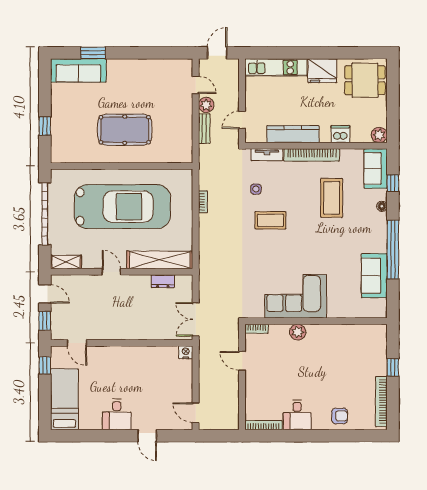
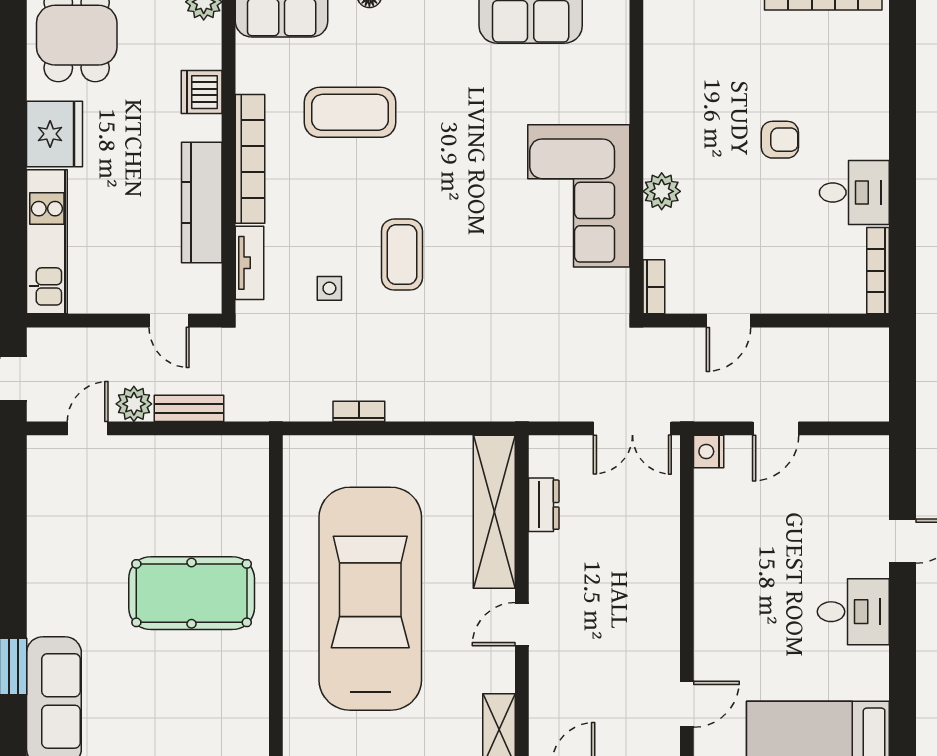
pool table: (125, 130) -> (192, 593), turned 90
door: (196, 413) -> (776, 428), moved
armchair: (340, 416) -> (780, 140), moved, turned 90

